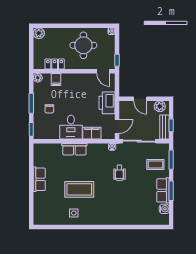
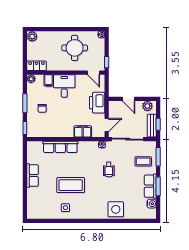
locker: (55, 64) -> (37, 66), moved
desk: (71, 127) -> (64, 86), moved, turned 180
row of seats: (74, 149) -> (60, 147), width x1.48
side table: (127, 215) -> (116, 209), added

